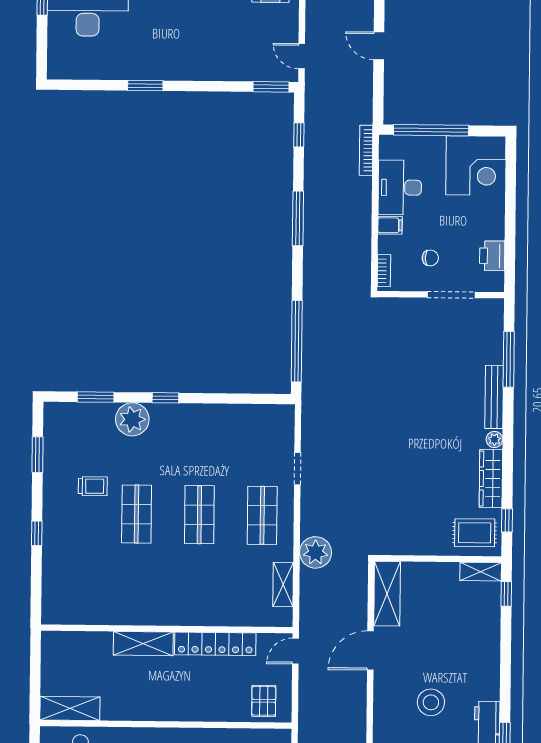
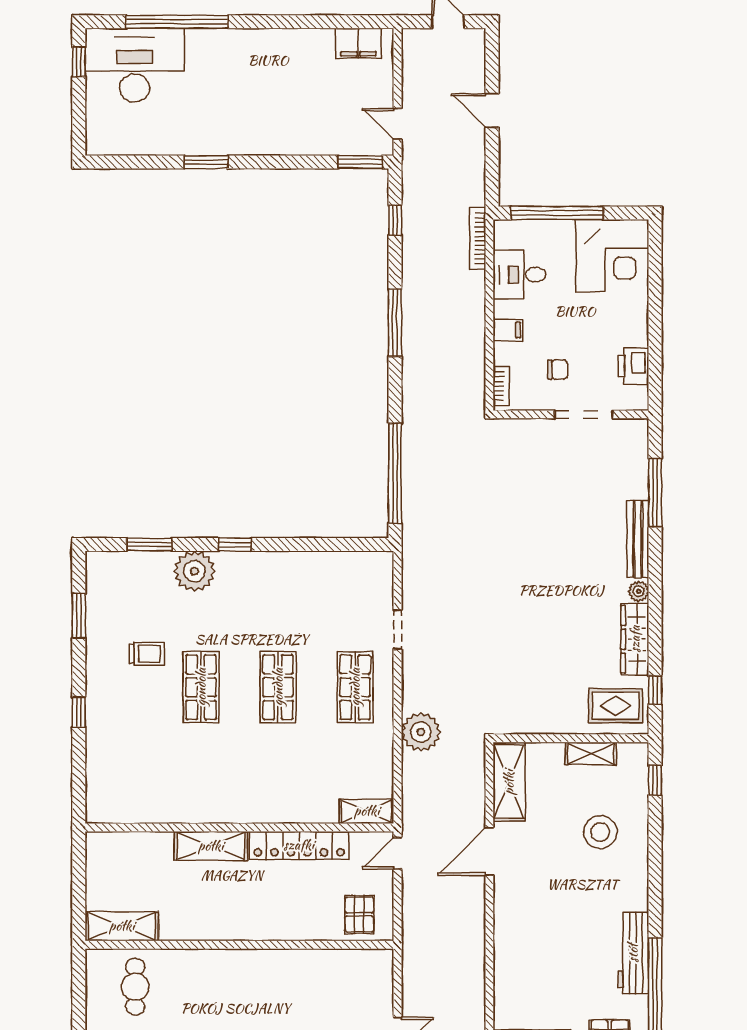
desk: (400, 187) -> (519, 275), width x0.73
shelving: (481, 572) -> (591, 753), moved
shelving: (283, 585) -> (367, 811), moved, turned 90
stool: (431, 702) -> (600, 832), moved

